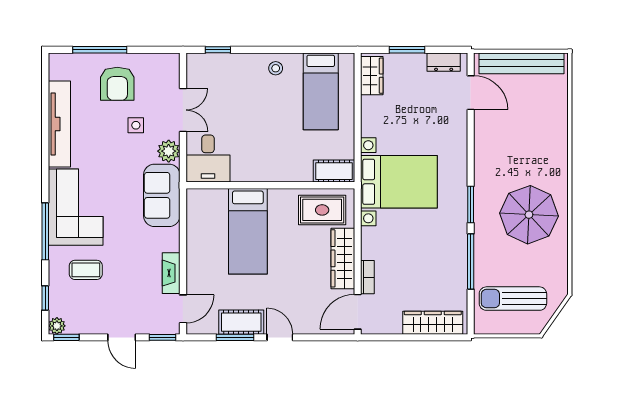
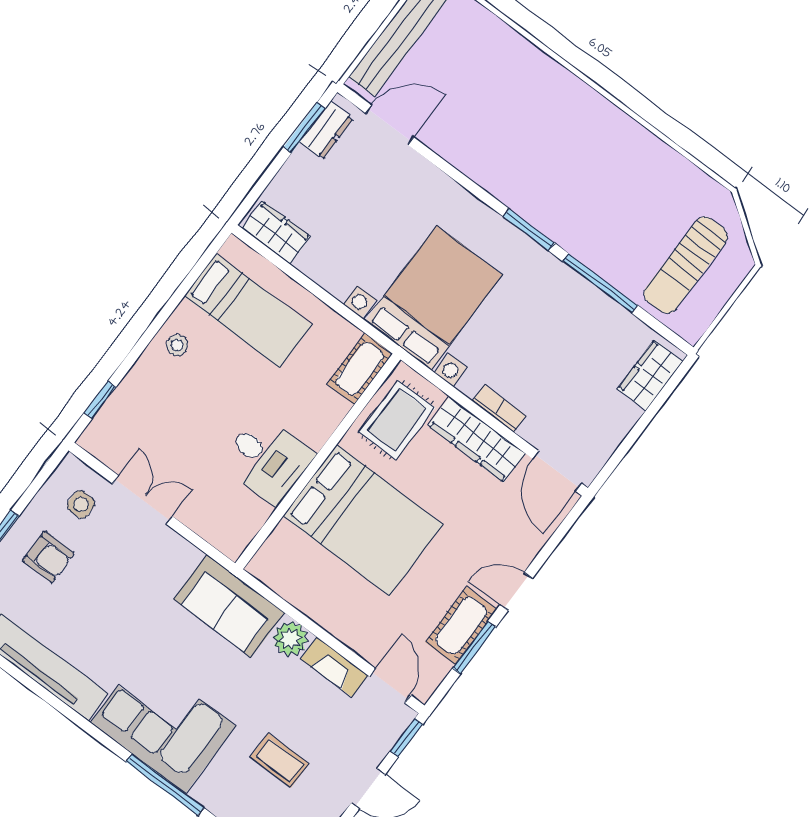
window: (407, 50) -> (305, 127), moved
armchair: (117, 84) -> (48, 557), width x0.72, depth x0.72
side table: (136, 125) -> (81, 504), moved
plant: (169, 151) -> (290, 639), moved
desk: (208, 159) -> (268, 459), moved
parasol: (529, 215) -> (596, 167), removed
bed: (248, 231) -> (363, 520), width x1.50
coffee table: (86, 270) -> (280, 760), moved, turned 90
bookcase: (367, 277) -> (499, 408), moved
wardrobe: (433, 323) -> (650, 375), width x0.67

